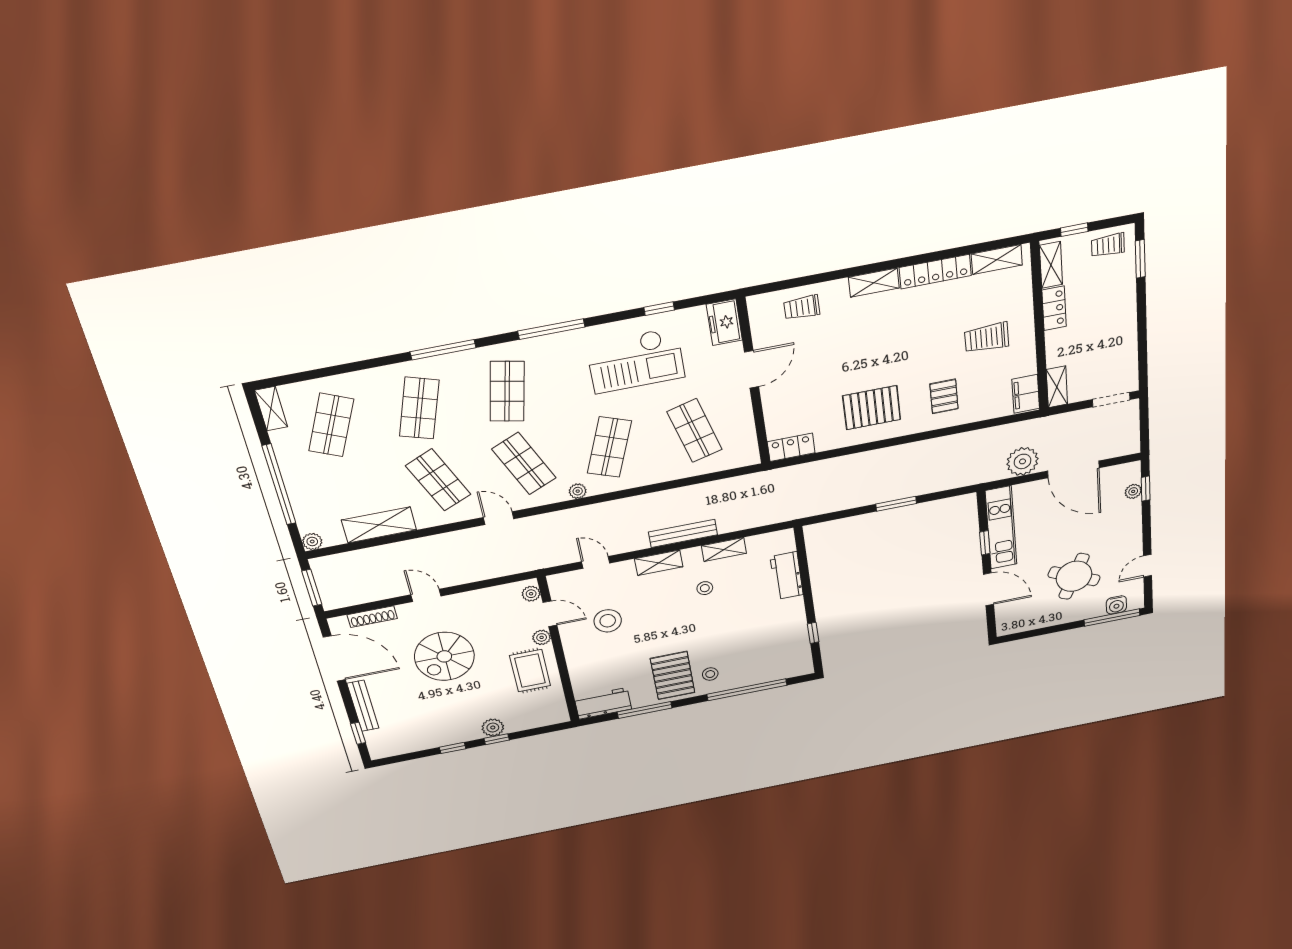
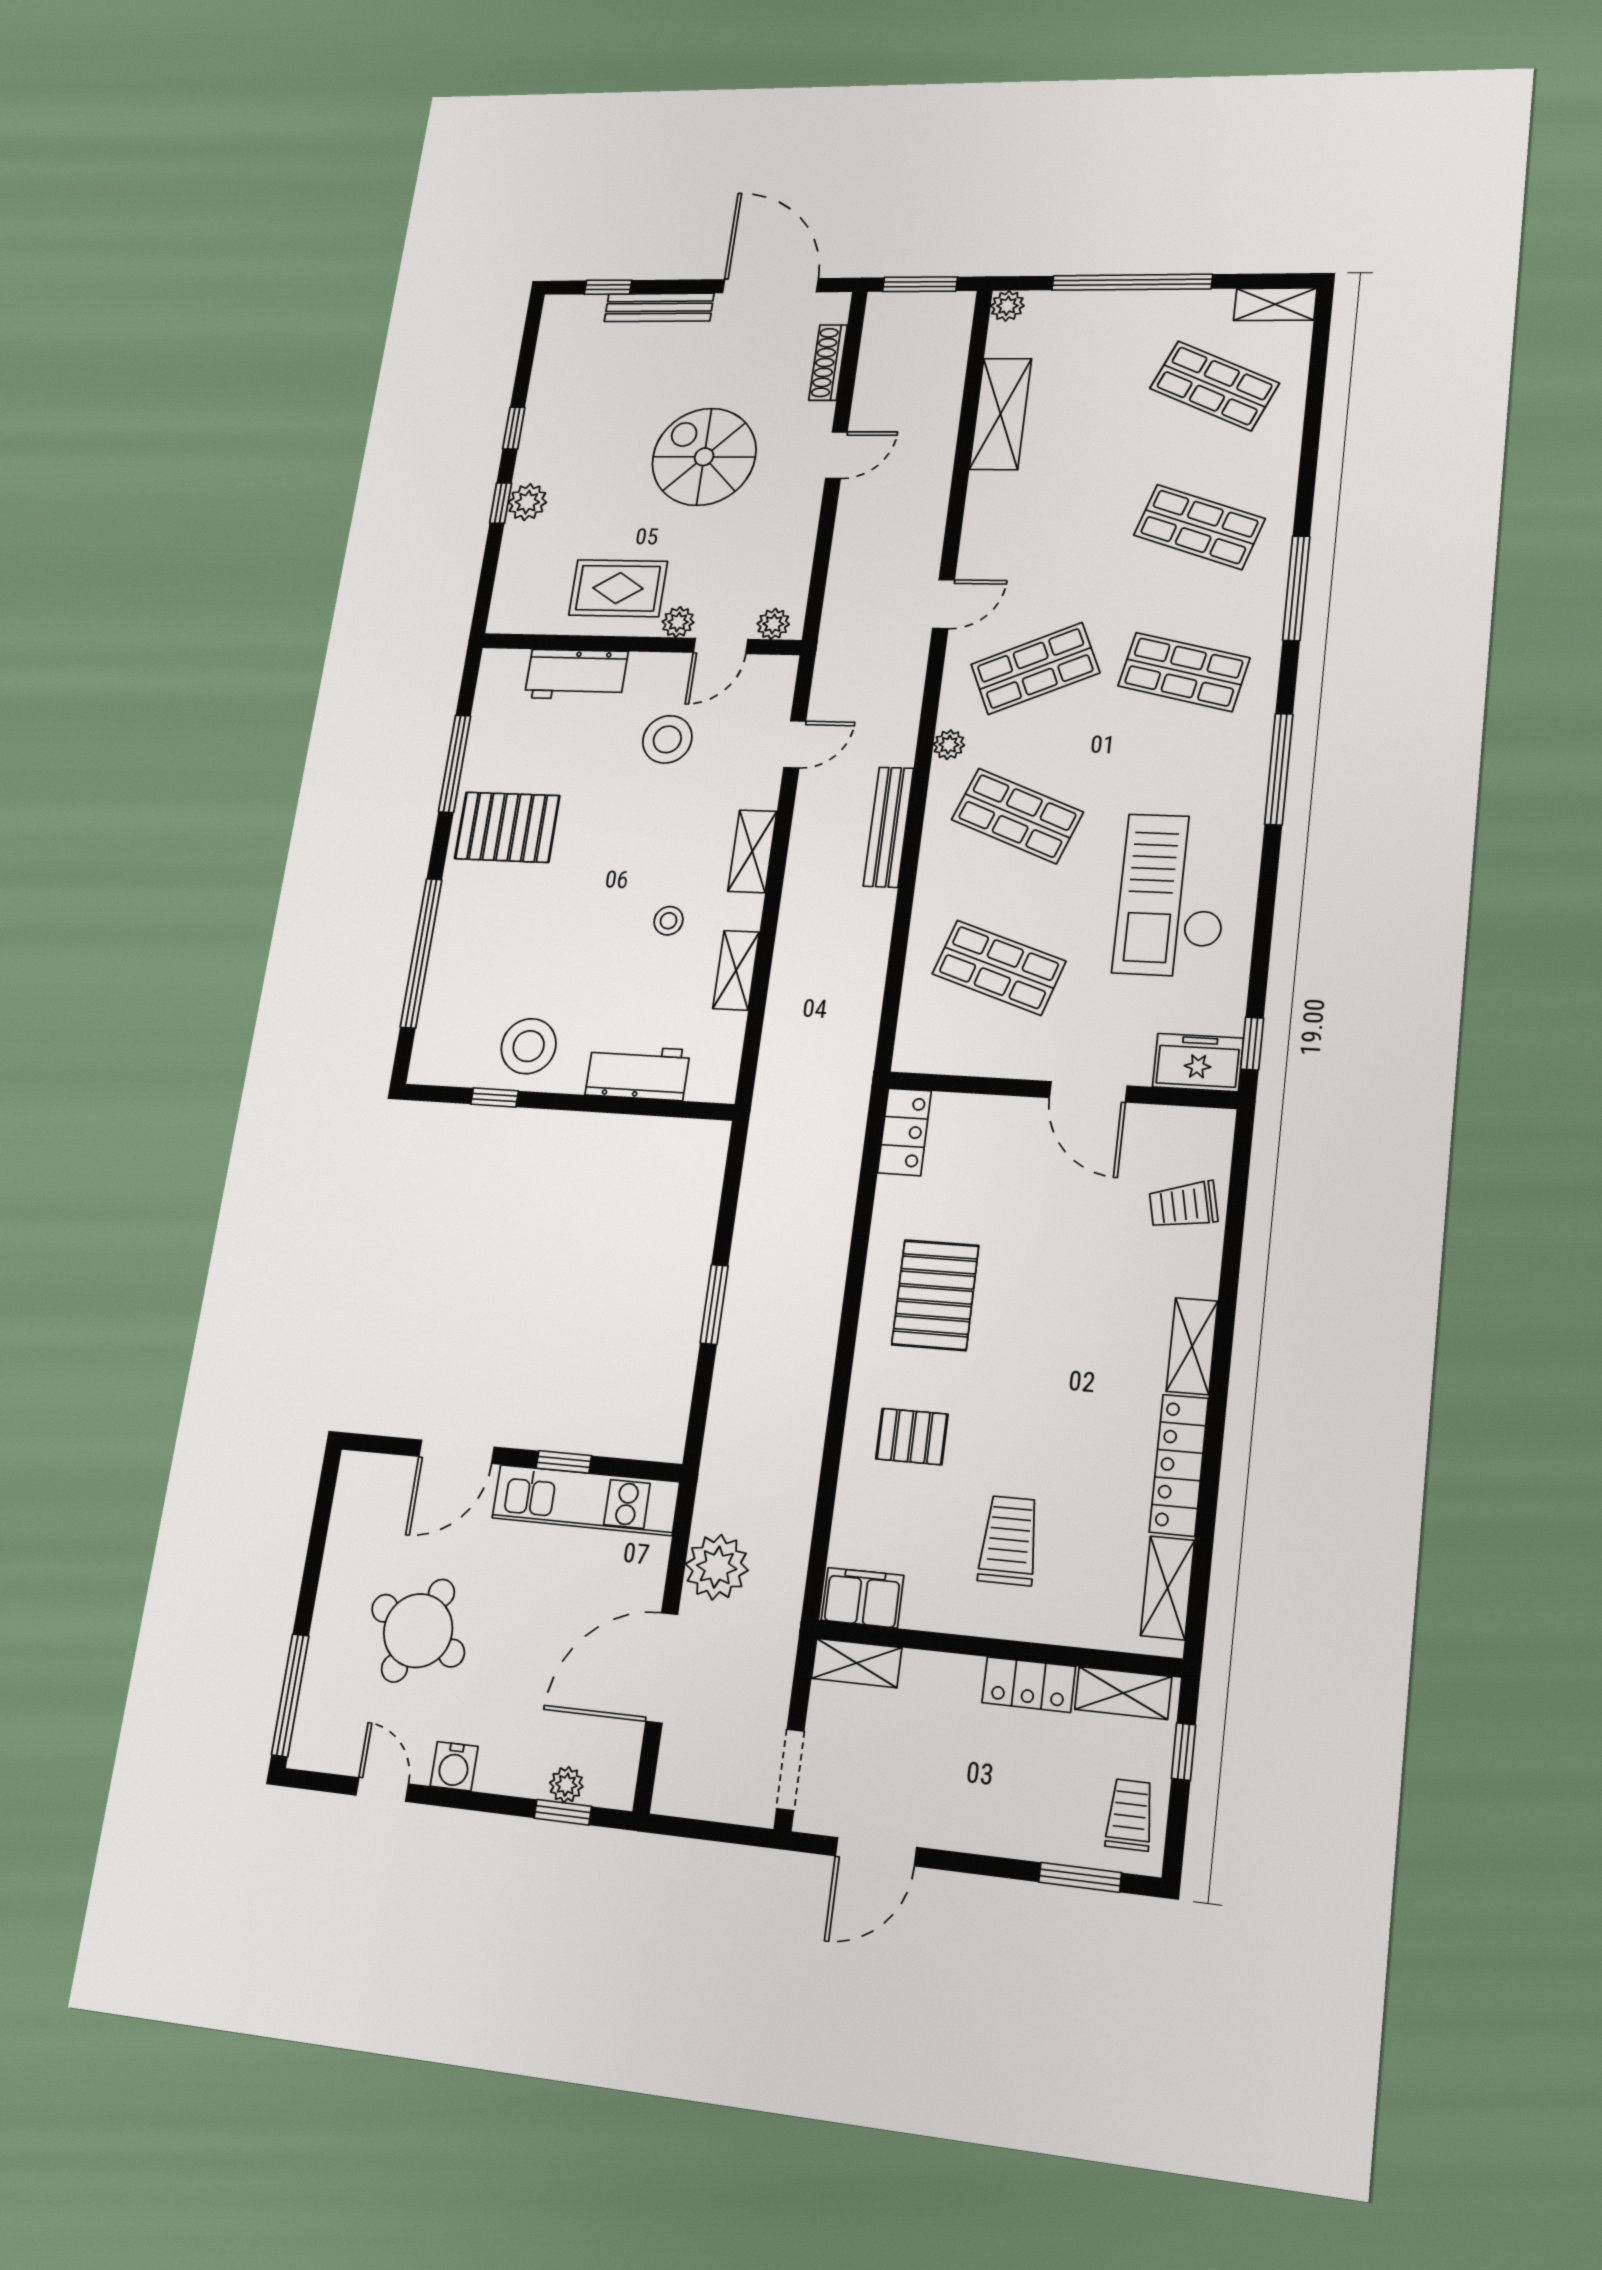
trolley: (802, 307) -> (1183, 1205), turned -102
window: (659, 309) -> (1252, 1044), moved
door: (1142, 351) -> (876, 1852), added
shop shelf: (695, 431) -> (999, 968), turned 33
shop shelf: (438, 480) -> (1053, 525), removed
bench: (683, 533) -> (889, 827), moved
water cooler: (1116, 605) -> (454, 1766), moved, turned -90
door: (334, 658) -> (770, 286), swing flipped
stool: (710, 674) -> (529, 1046), moved, width x1.89, depth x1.89
workbench: (603, 703) -> (576, 675), moved, turned 90

